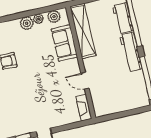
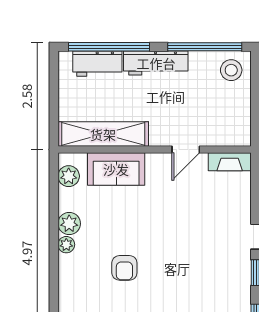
plant: (38, 19) -> (66, 245), moved
stool: (137, 96) -> (231, 70), added

